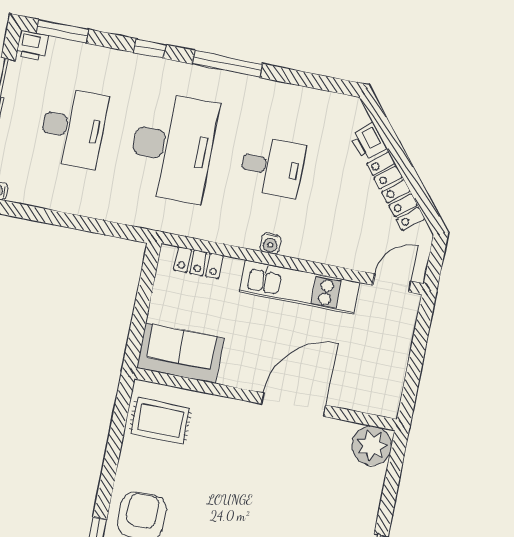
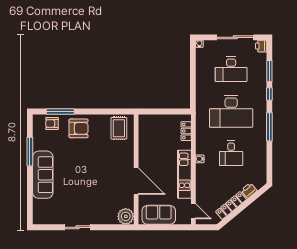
window: (62, 31) -> (269, 71), moved
sofa: (180, 353) -> (159, 215), moved, turned -90

